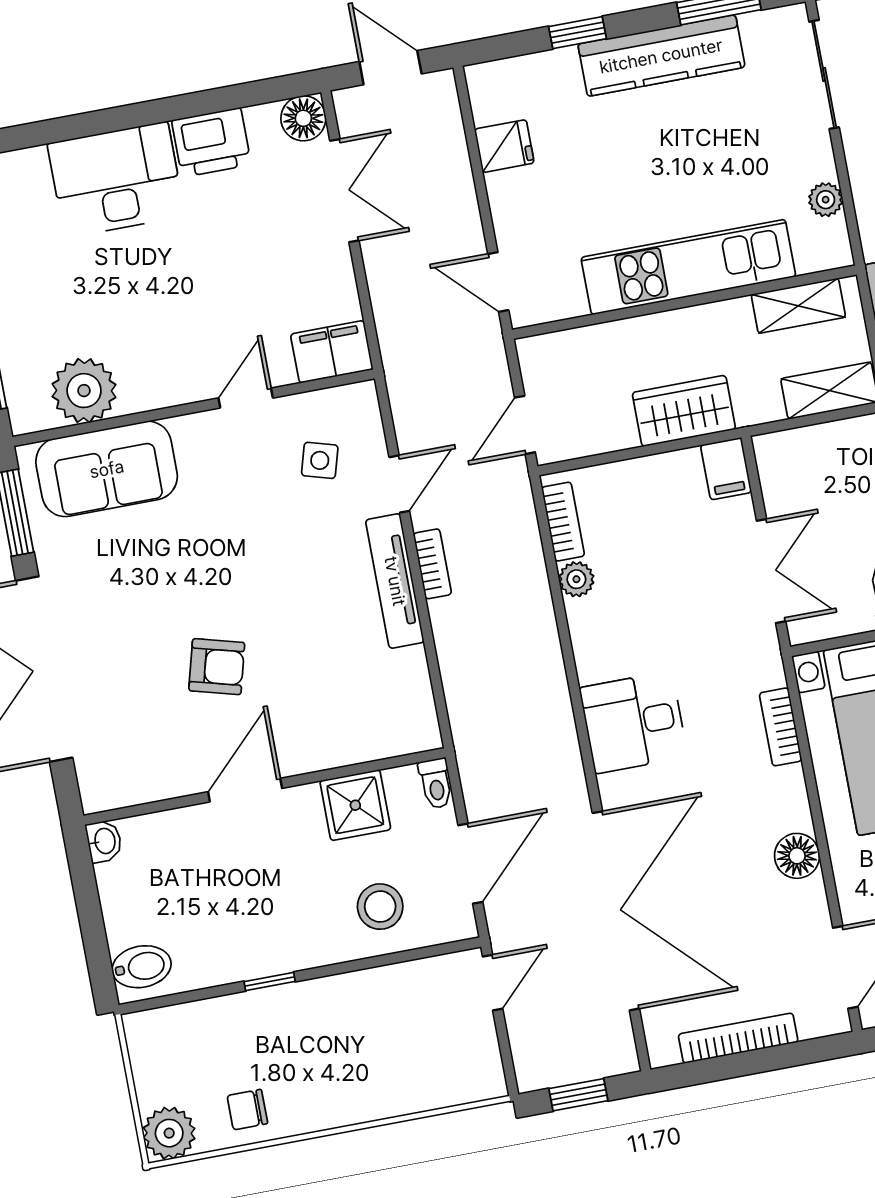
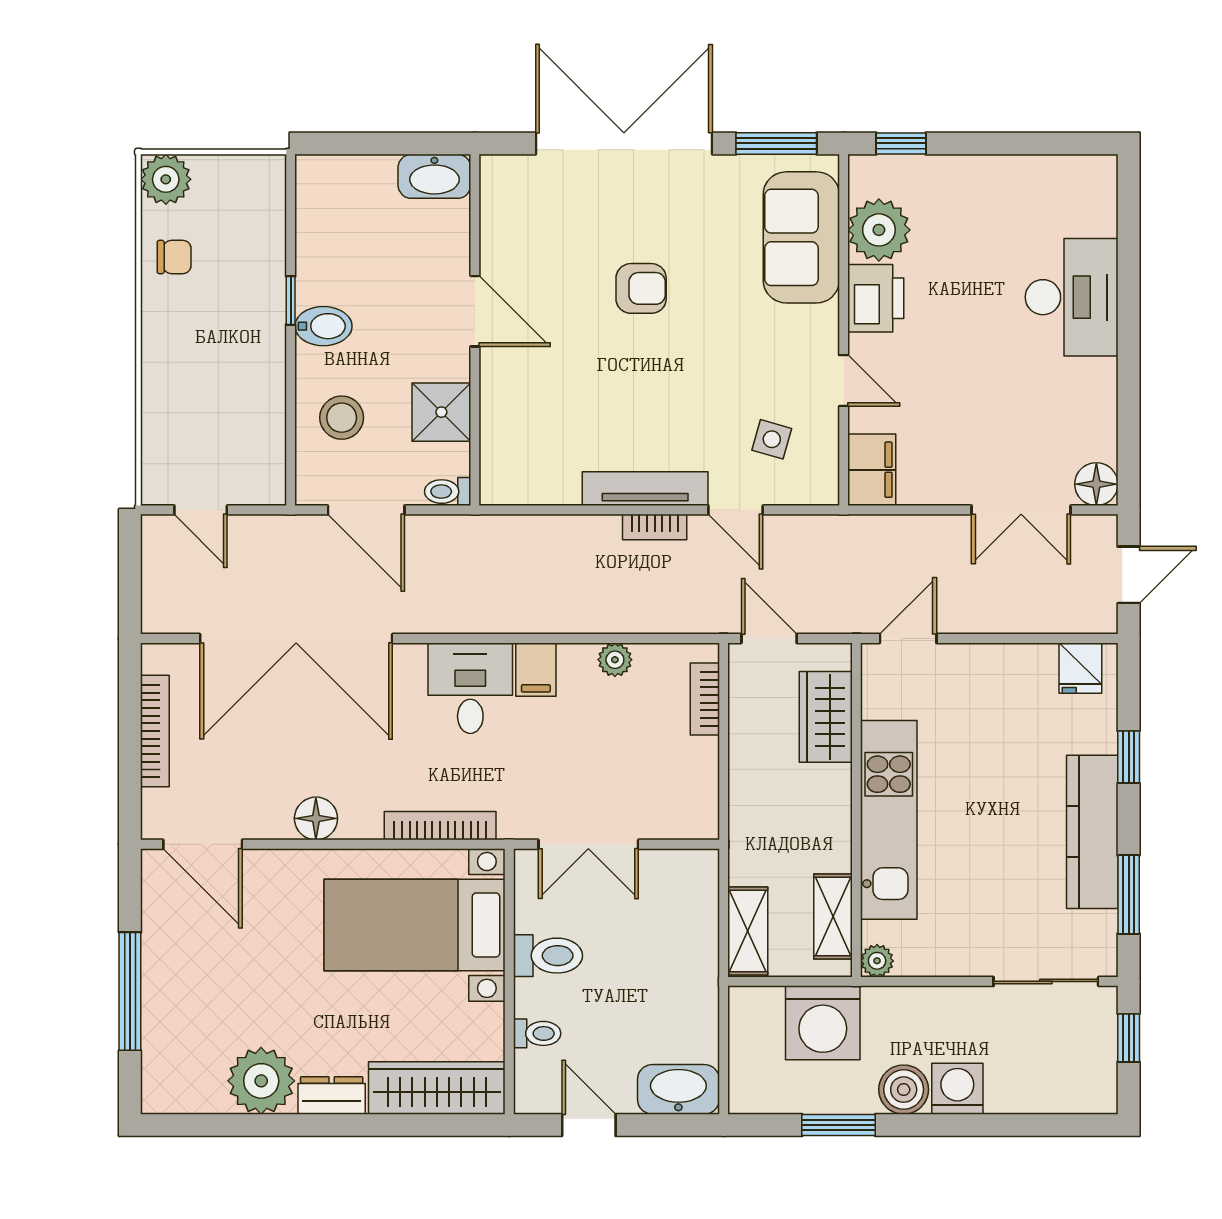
printer: (211, 142) -> (876, 298), moved, turned 180
fridge: (504, 146) -> (1080, 668), moved
plant: (826, 200) -> (877, 961), moved
wardrobe: (684, 411) -> (826, 717), moved, turned 180
filing cabinet: (726, 469) -> (536, 670), moved, turned -90
bookcase: (563, 522) -> (705, 699), moved, turned 90
armchair: (217, 667) -> (641, 288), moved, turned -105
bookcase: (781, 727) -> (440, 826), width x1.56
washbasin: (104, 841) -> (434, 176), width x1.91, depth x1.45
bidet: (142, 967) -> (323, 326), moved, turned -90
door: (493, 983) -> (201, 510), moved
window: (578, 1095) -> (130, 571), removed
chair: (247, 1110) -> (174, 257), turned 90

